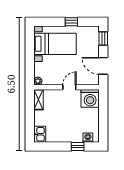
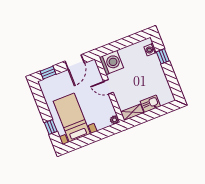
window: (71, 22) -> (51, 127), moved
kitchen sink: (40, 134) -> (150, 104), moved

